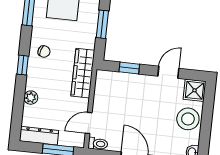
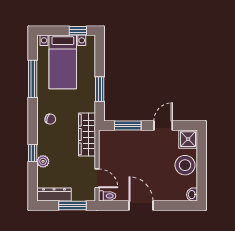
window: (23, 65) -> (33, 153), moved
window: (129, 68) -> (128, 126), width x1.50
door: (89, 123) -> (97, 178), swing flipped

